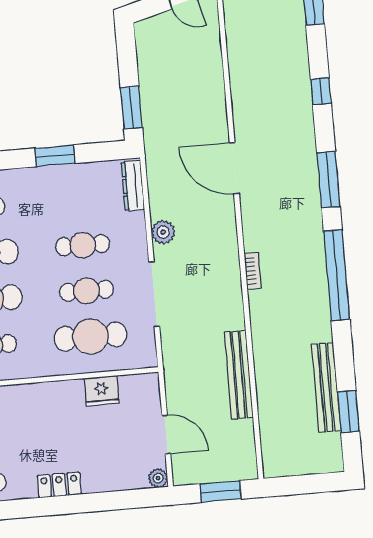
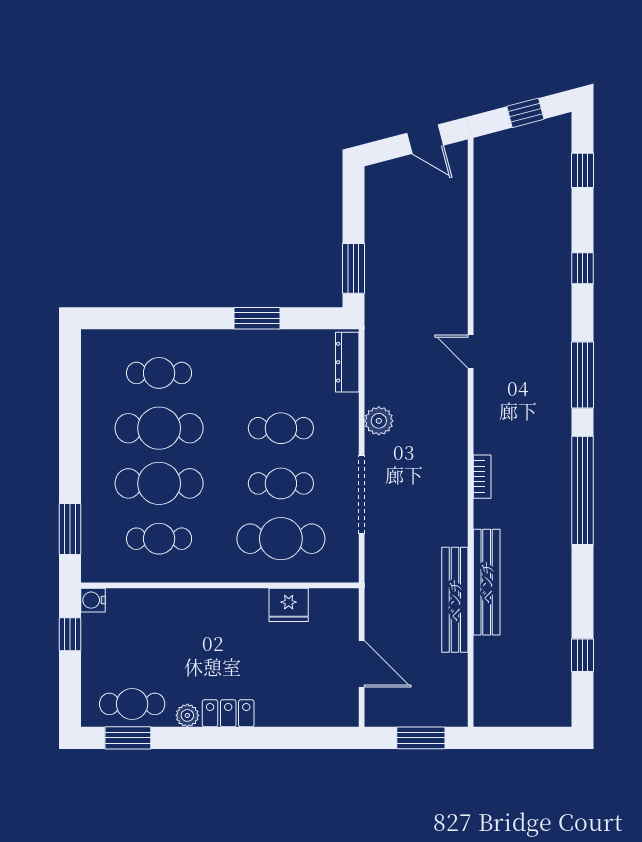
door: (234, 168) -> (471, 351), width x0.53
bench: (326, 387) -> (487, 582), moved
window: (348, 412) -> (582, 655), width x0.67
plant: (158, 478) -> (187, 715), moved

